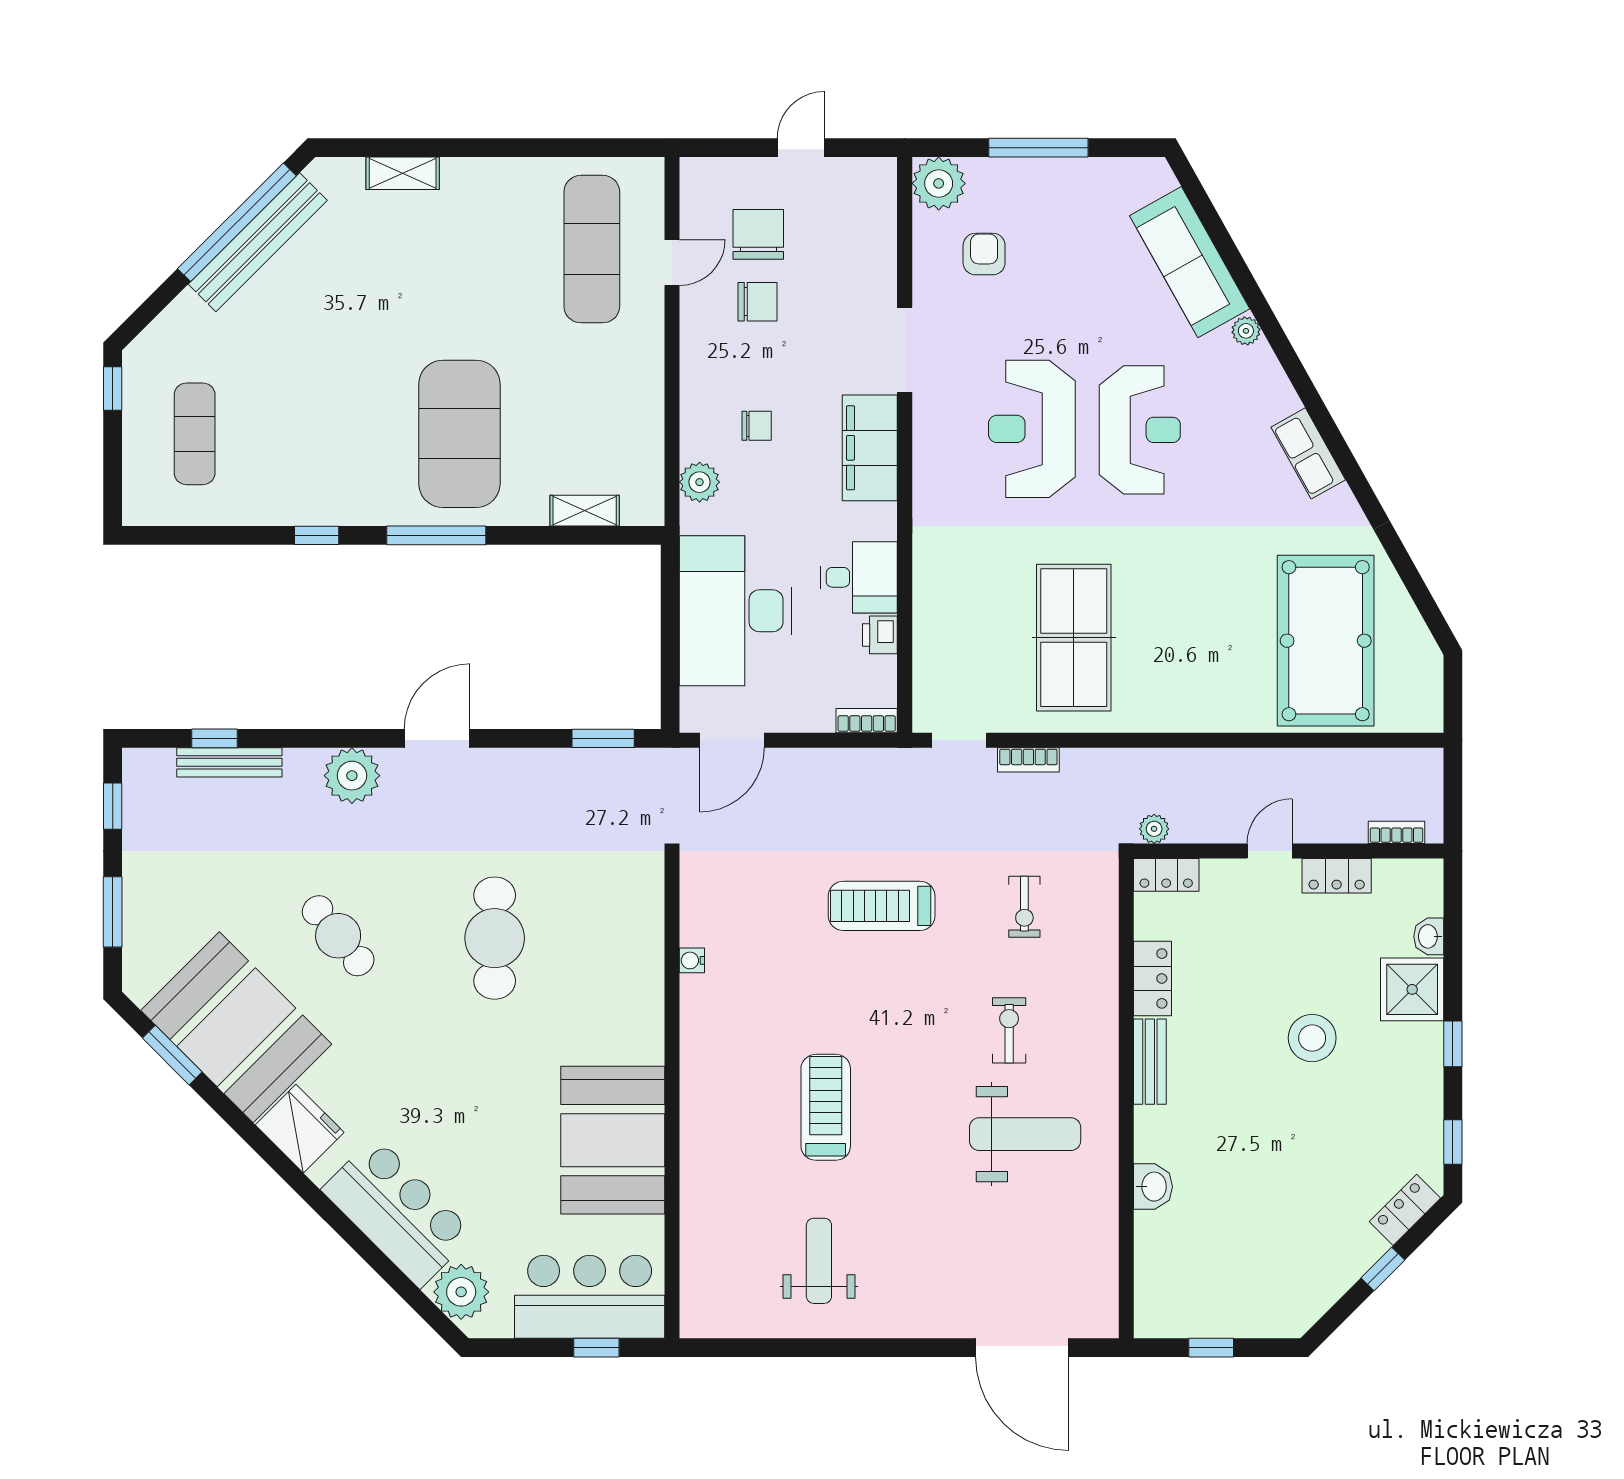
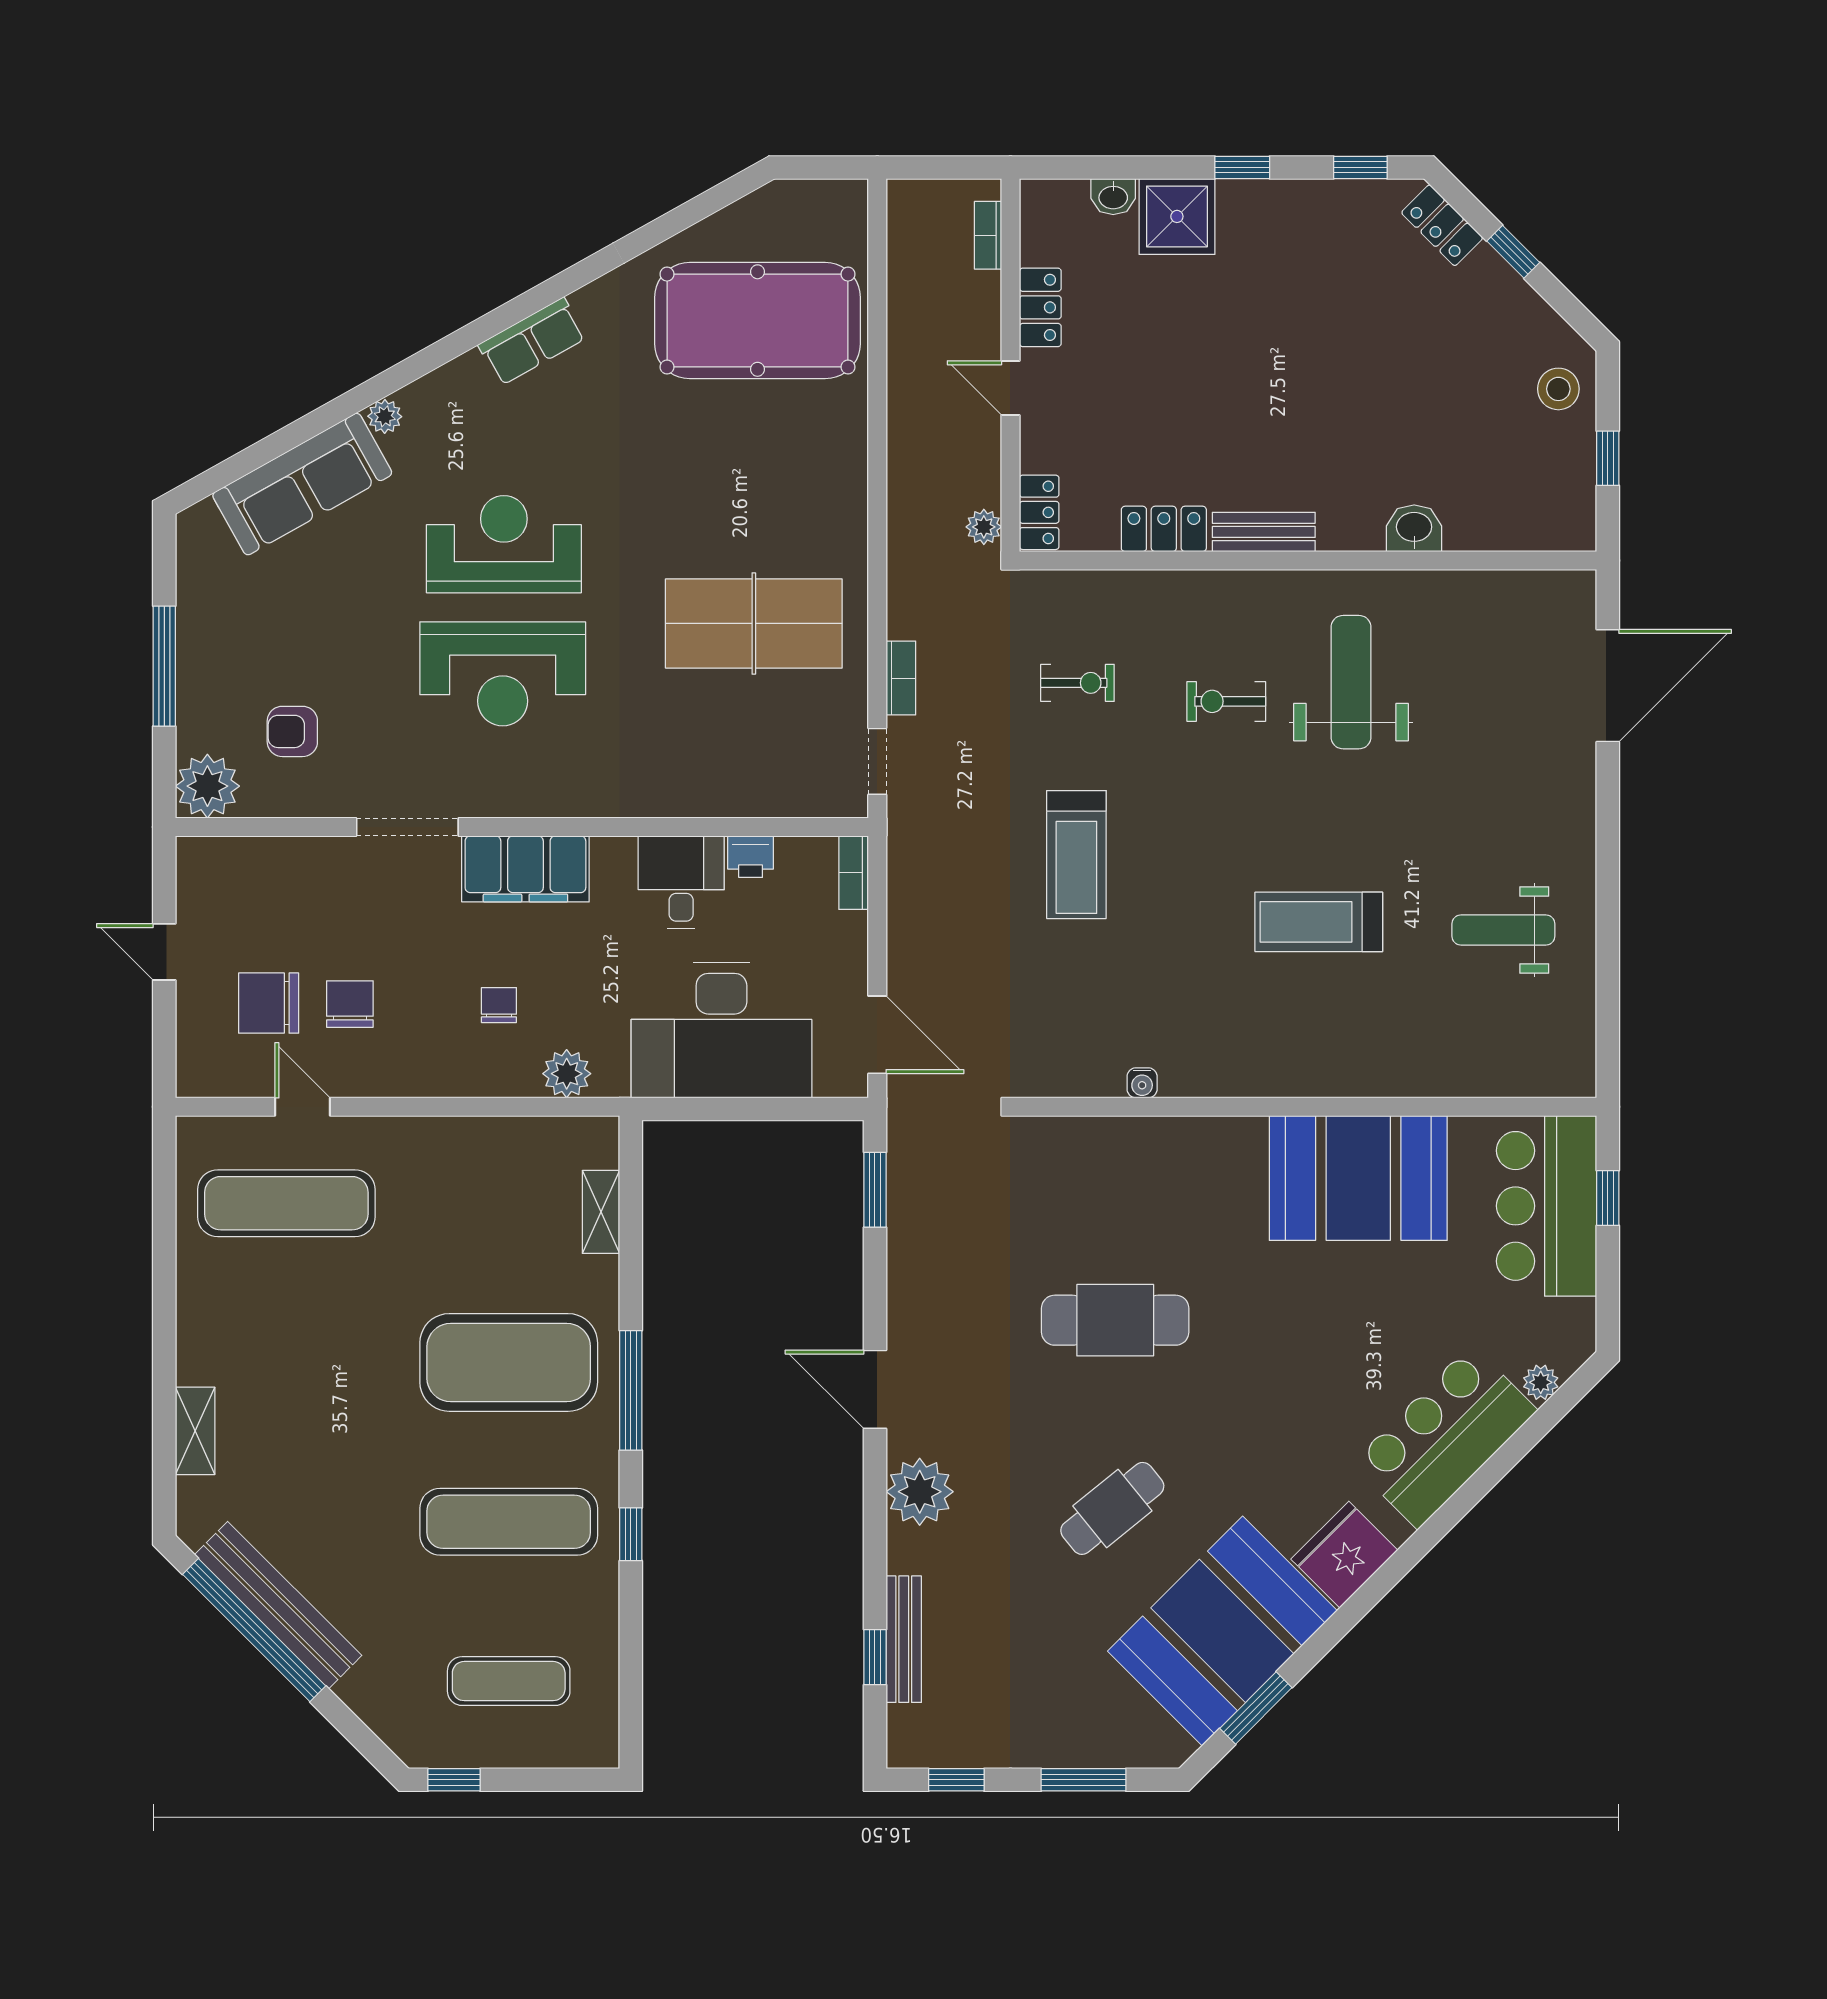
exercise mat: (327, 434) -> (509, 1522), added
stool: (1312, 1038) -> (1558, 389), moved, width x0.73, depth x0.73
plant: (461, 1292) -> (1541, 1382), width x0.53, depth x0.53

